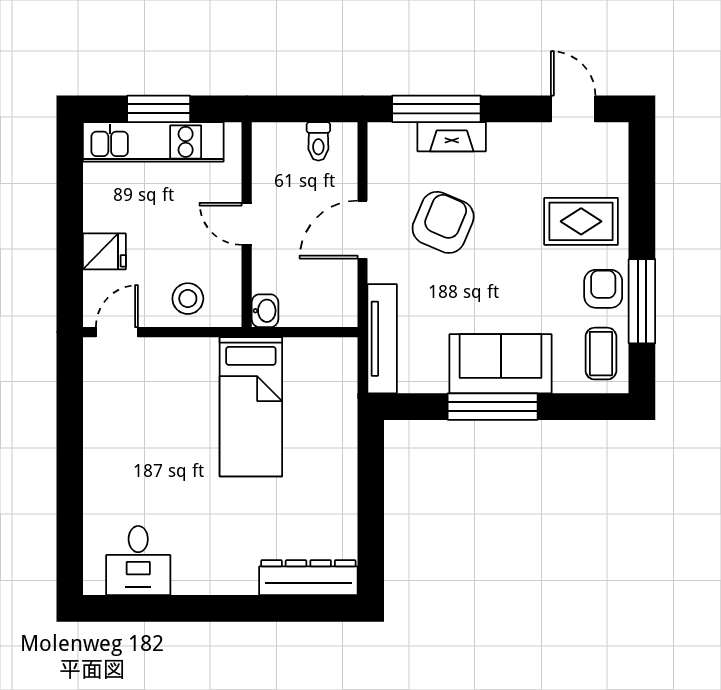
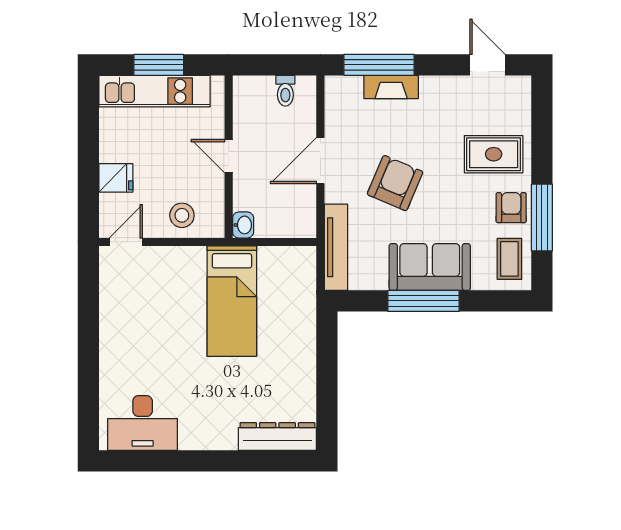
armchair: (443, 222) -> (395, 183), moved
desk: (138, 560) -> (143, 423), width x1.37

